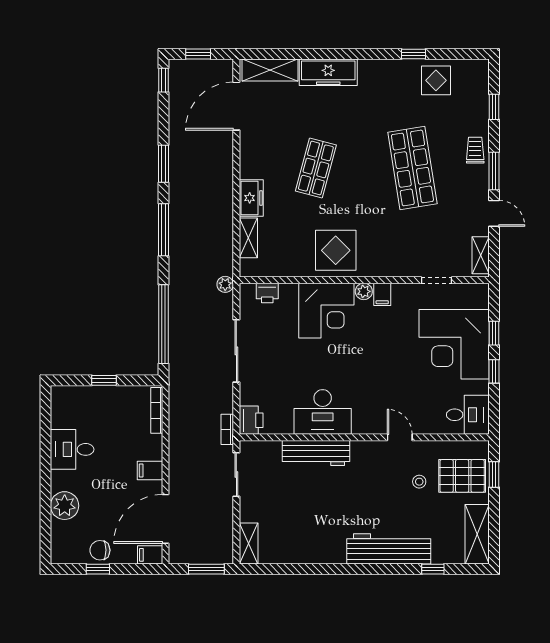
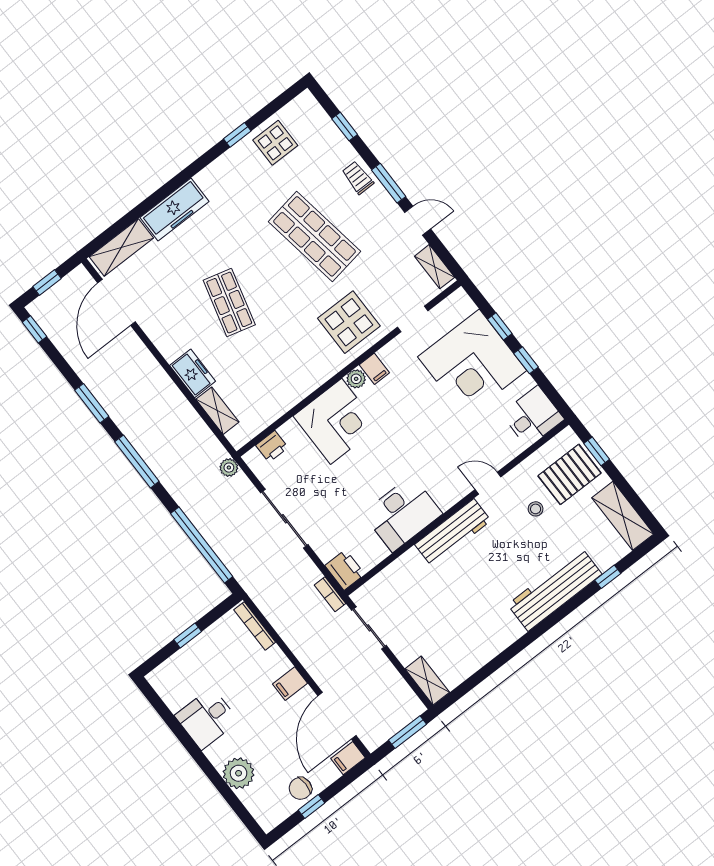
display table: (336, 250) -> (349, 322), moved
workbench: (316, 453) -> (453, 532), moved

